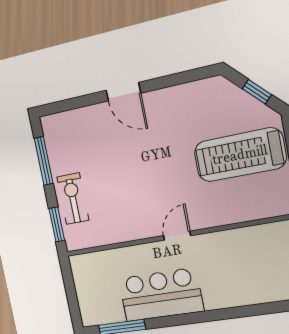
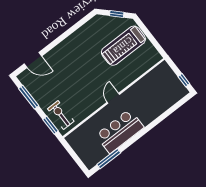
door: (123, 92) -> (33, 60), moved
exercise bike: (73, 199) -> (61, 115), moved

